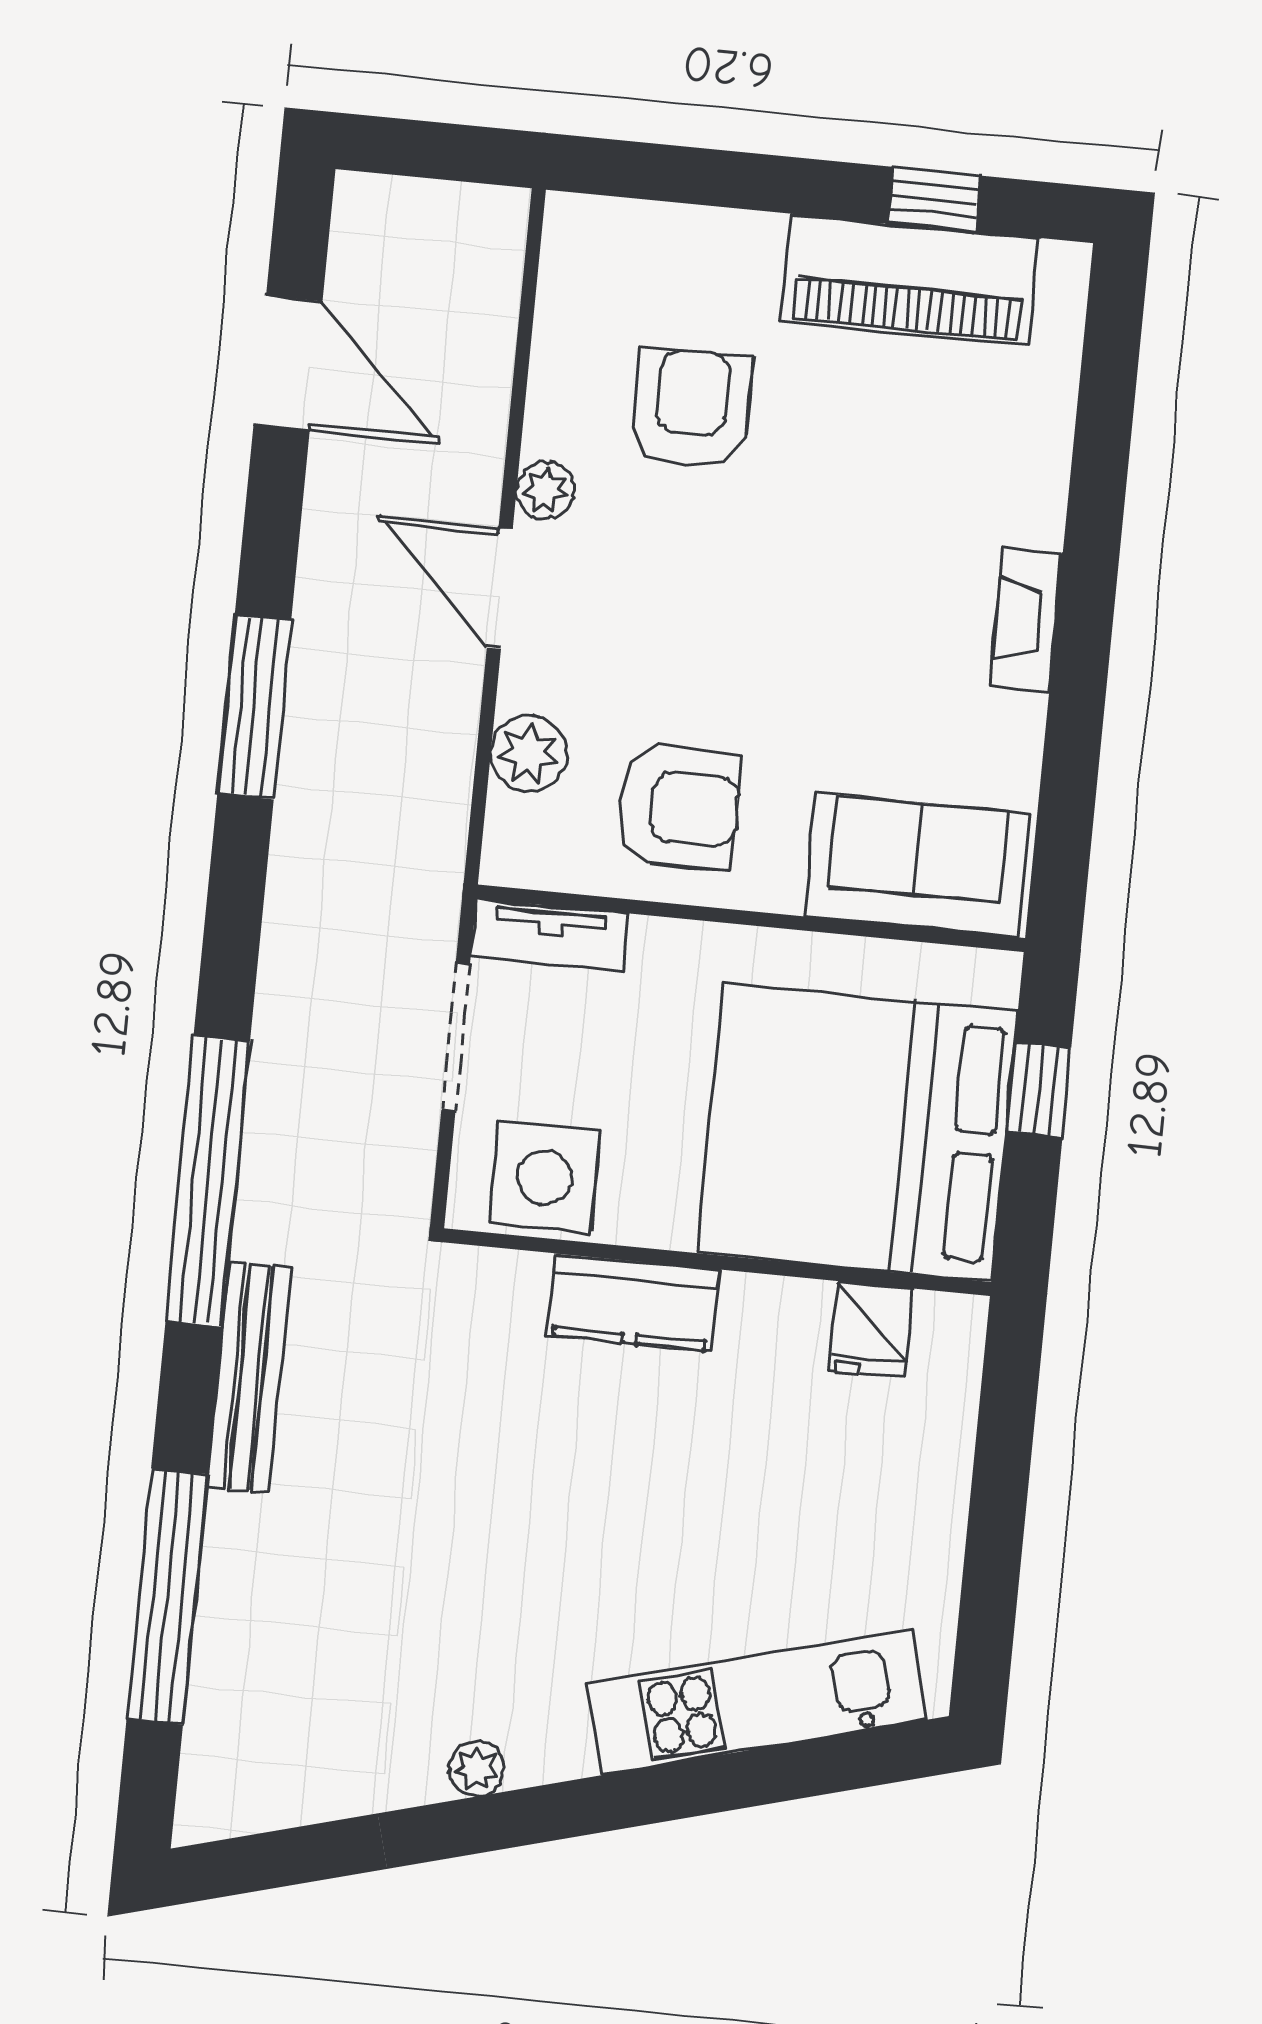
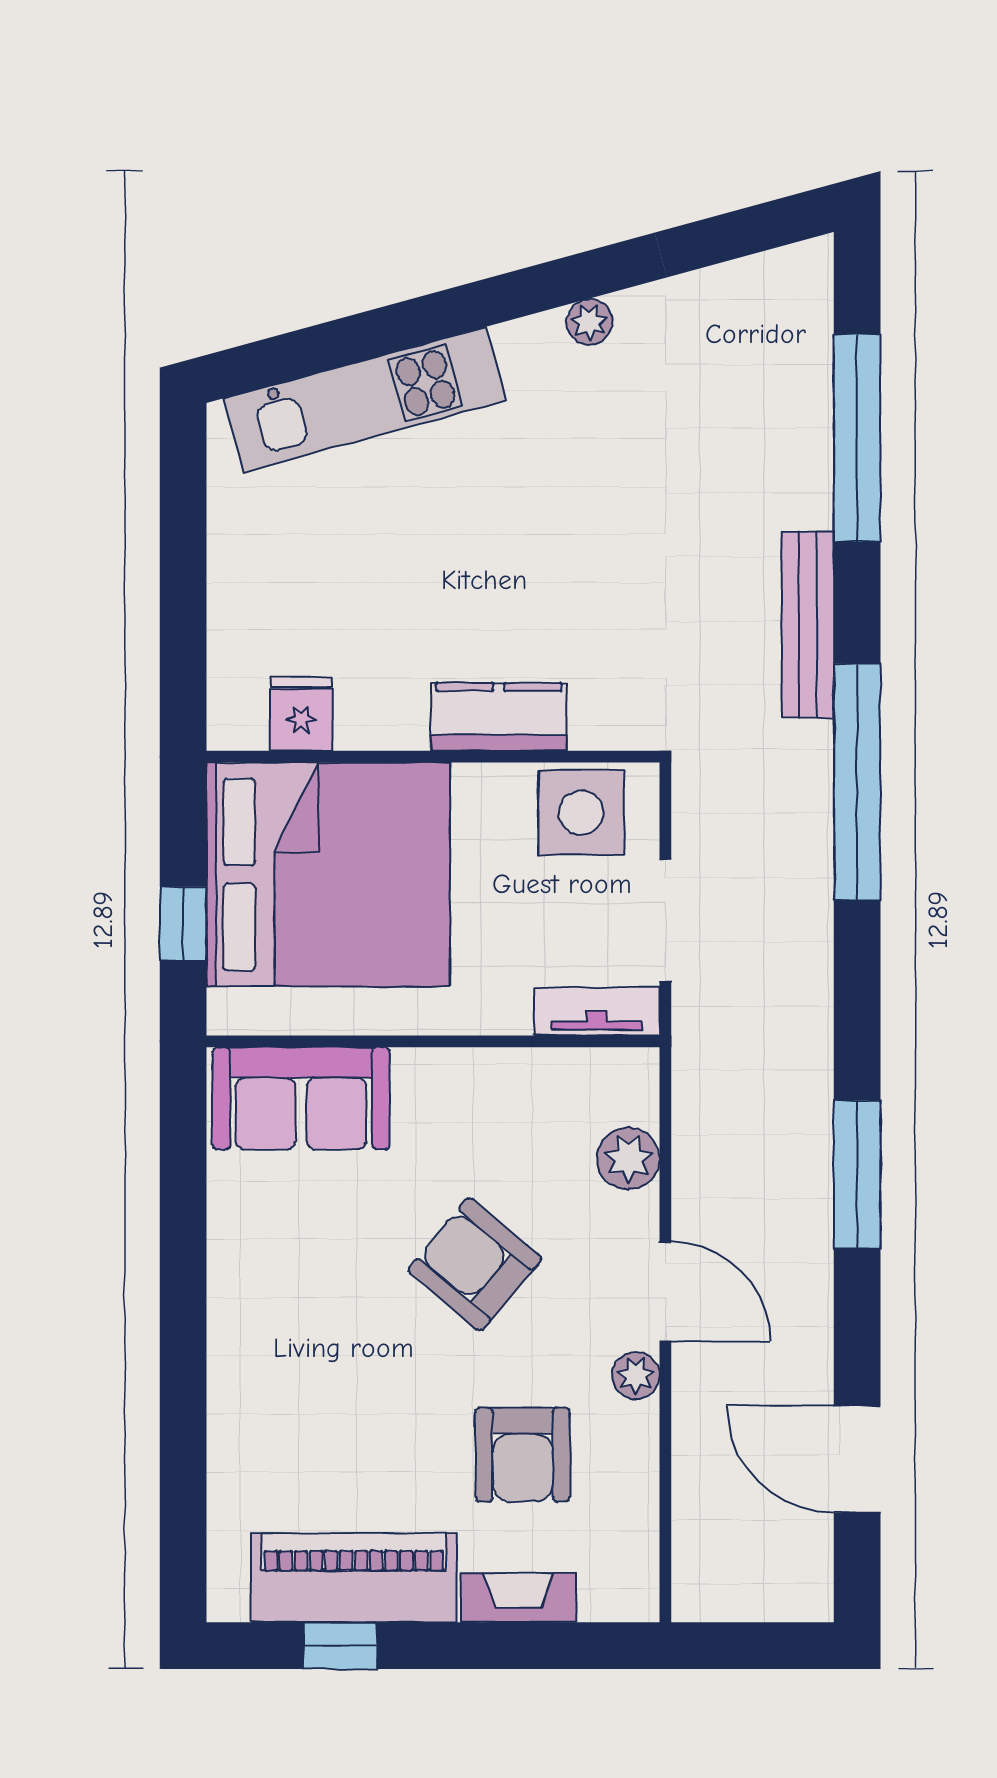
fireplace: (1026, 620) -> (519, 1598), moved, turned -90
armchair: (678, 807) -> (475, 1264), moved, turned 40

